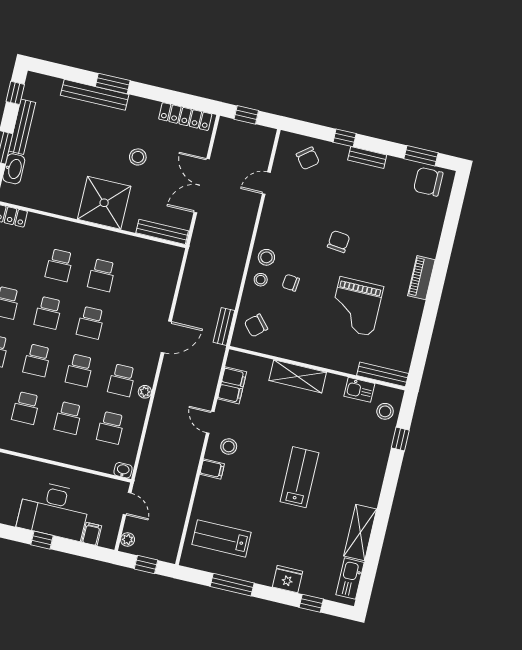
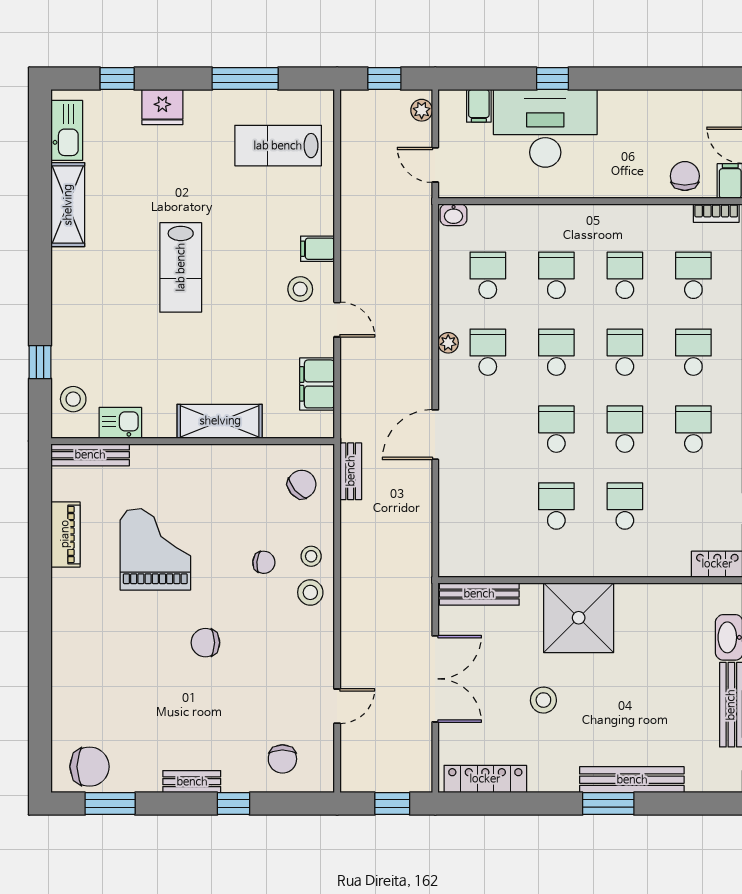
chair: (308, 158) -> (282, 759), turned -142
chair: (339, 242) -> (205, 643), turned 84
piano: (421, 278) -> (65, 534), moved
lab bench: (221, 538) -> (278, 146), turned 180

